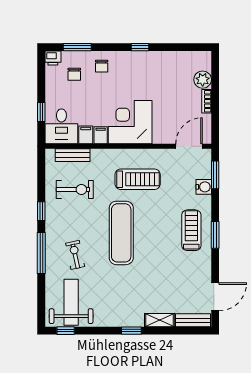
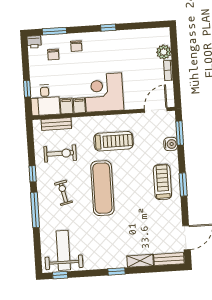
exercise bike: (75, 255) -> (63, 193), moved

